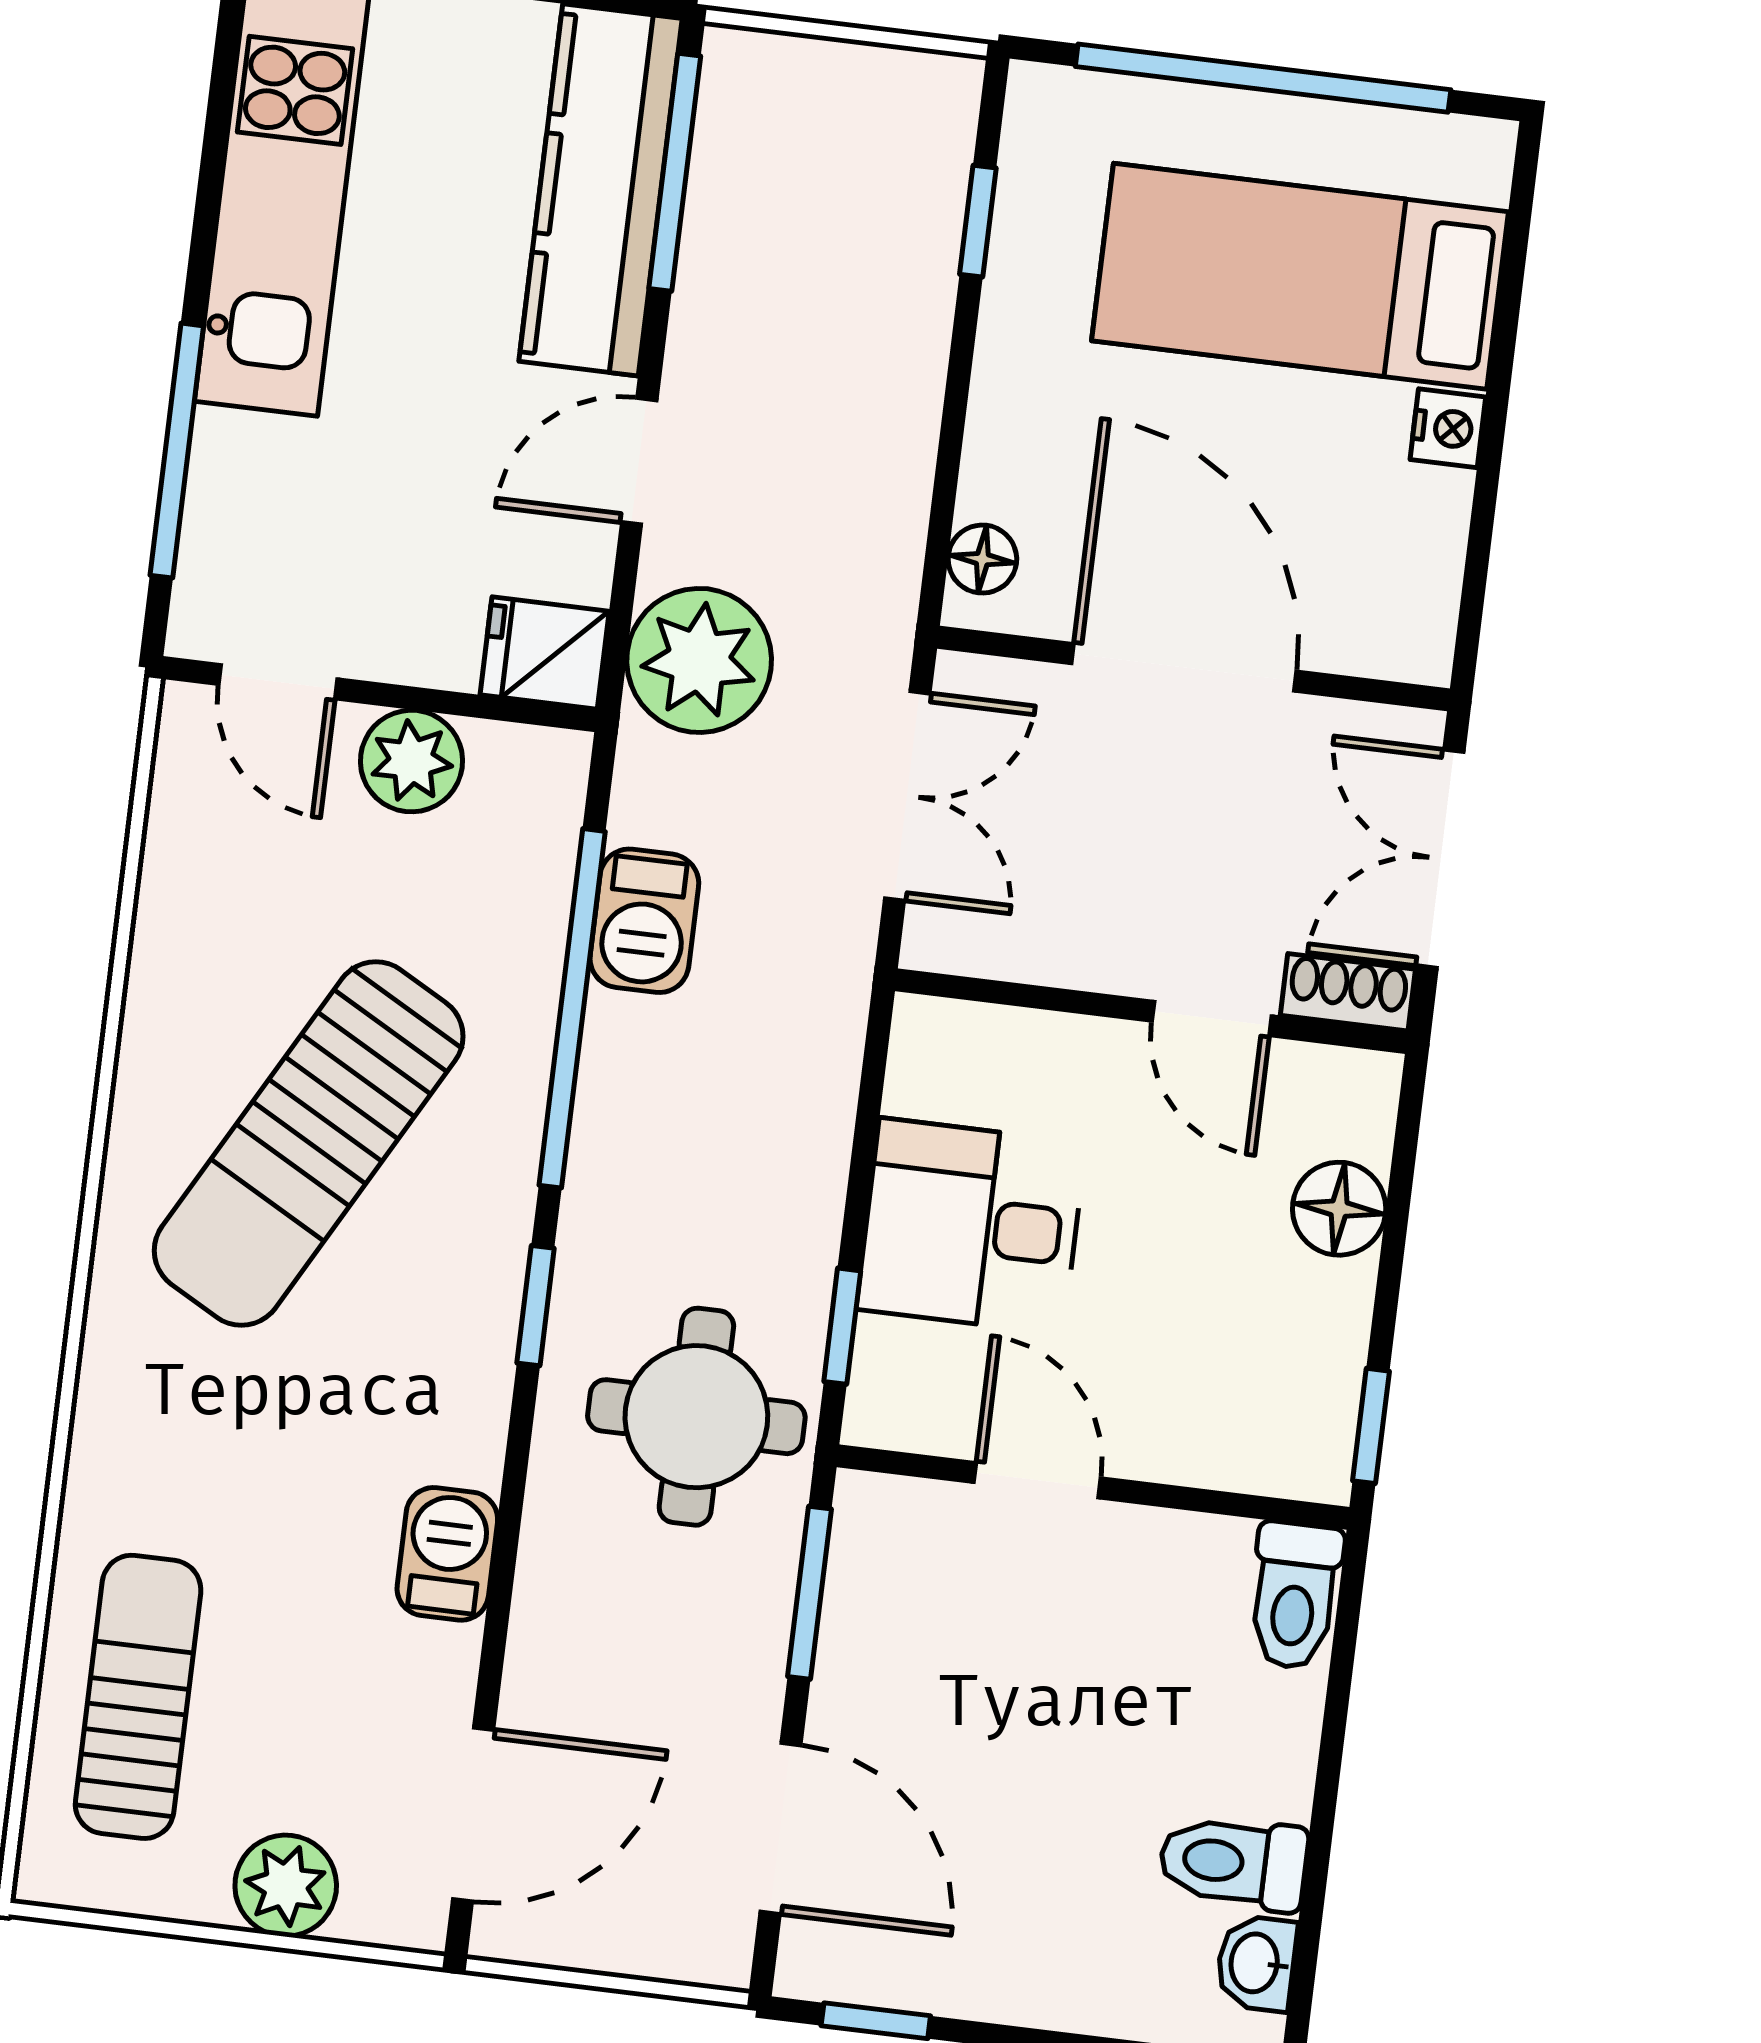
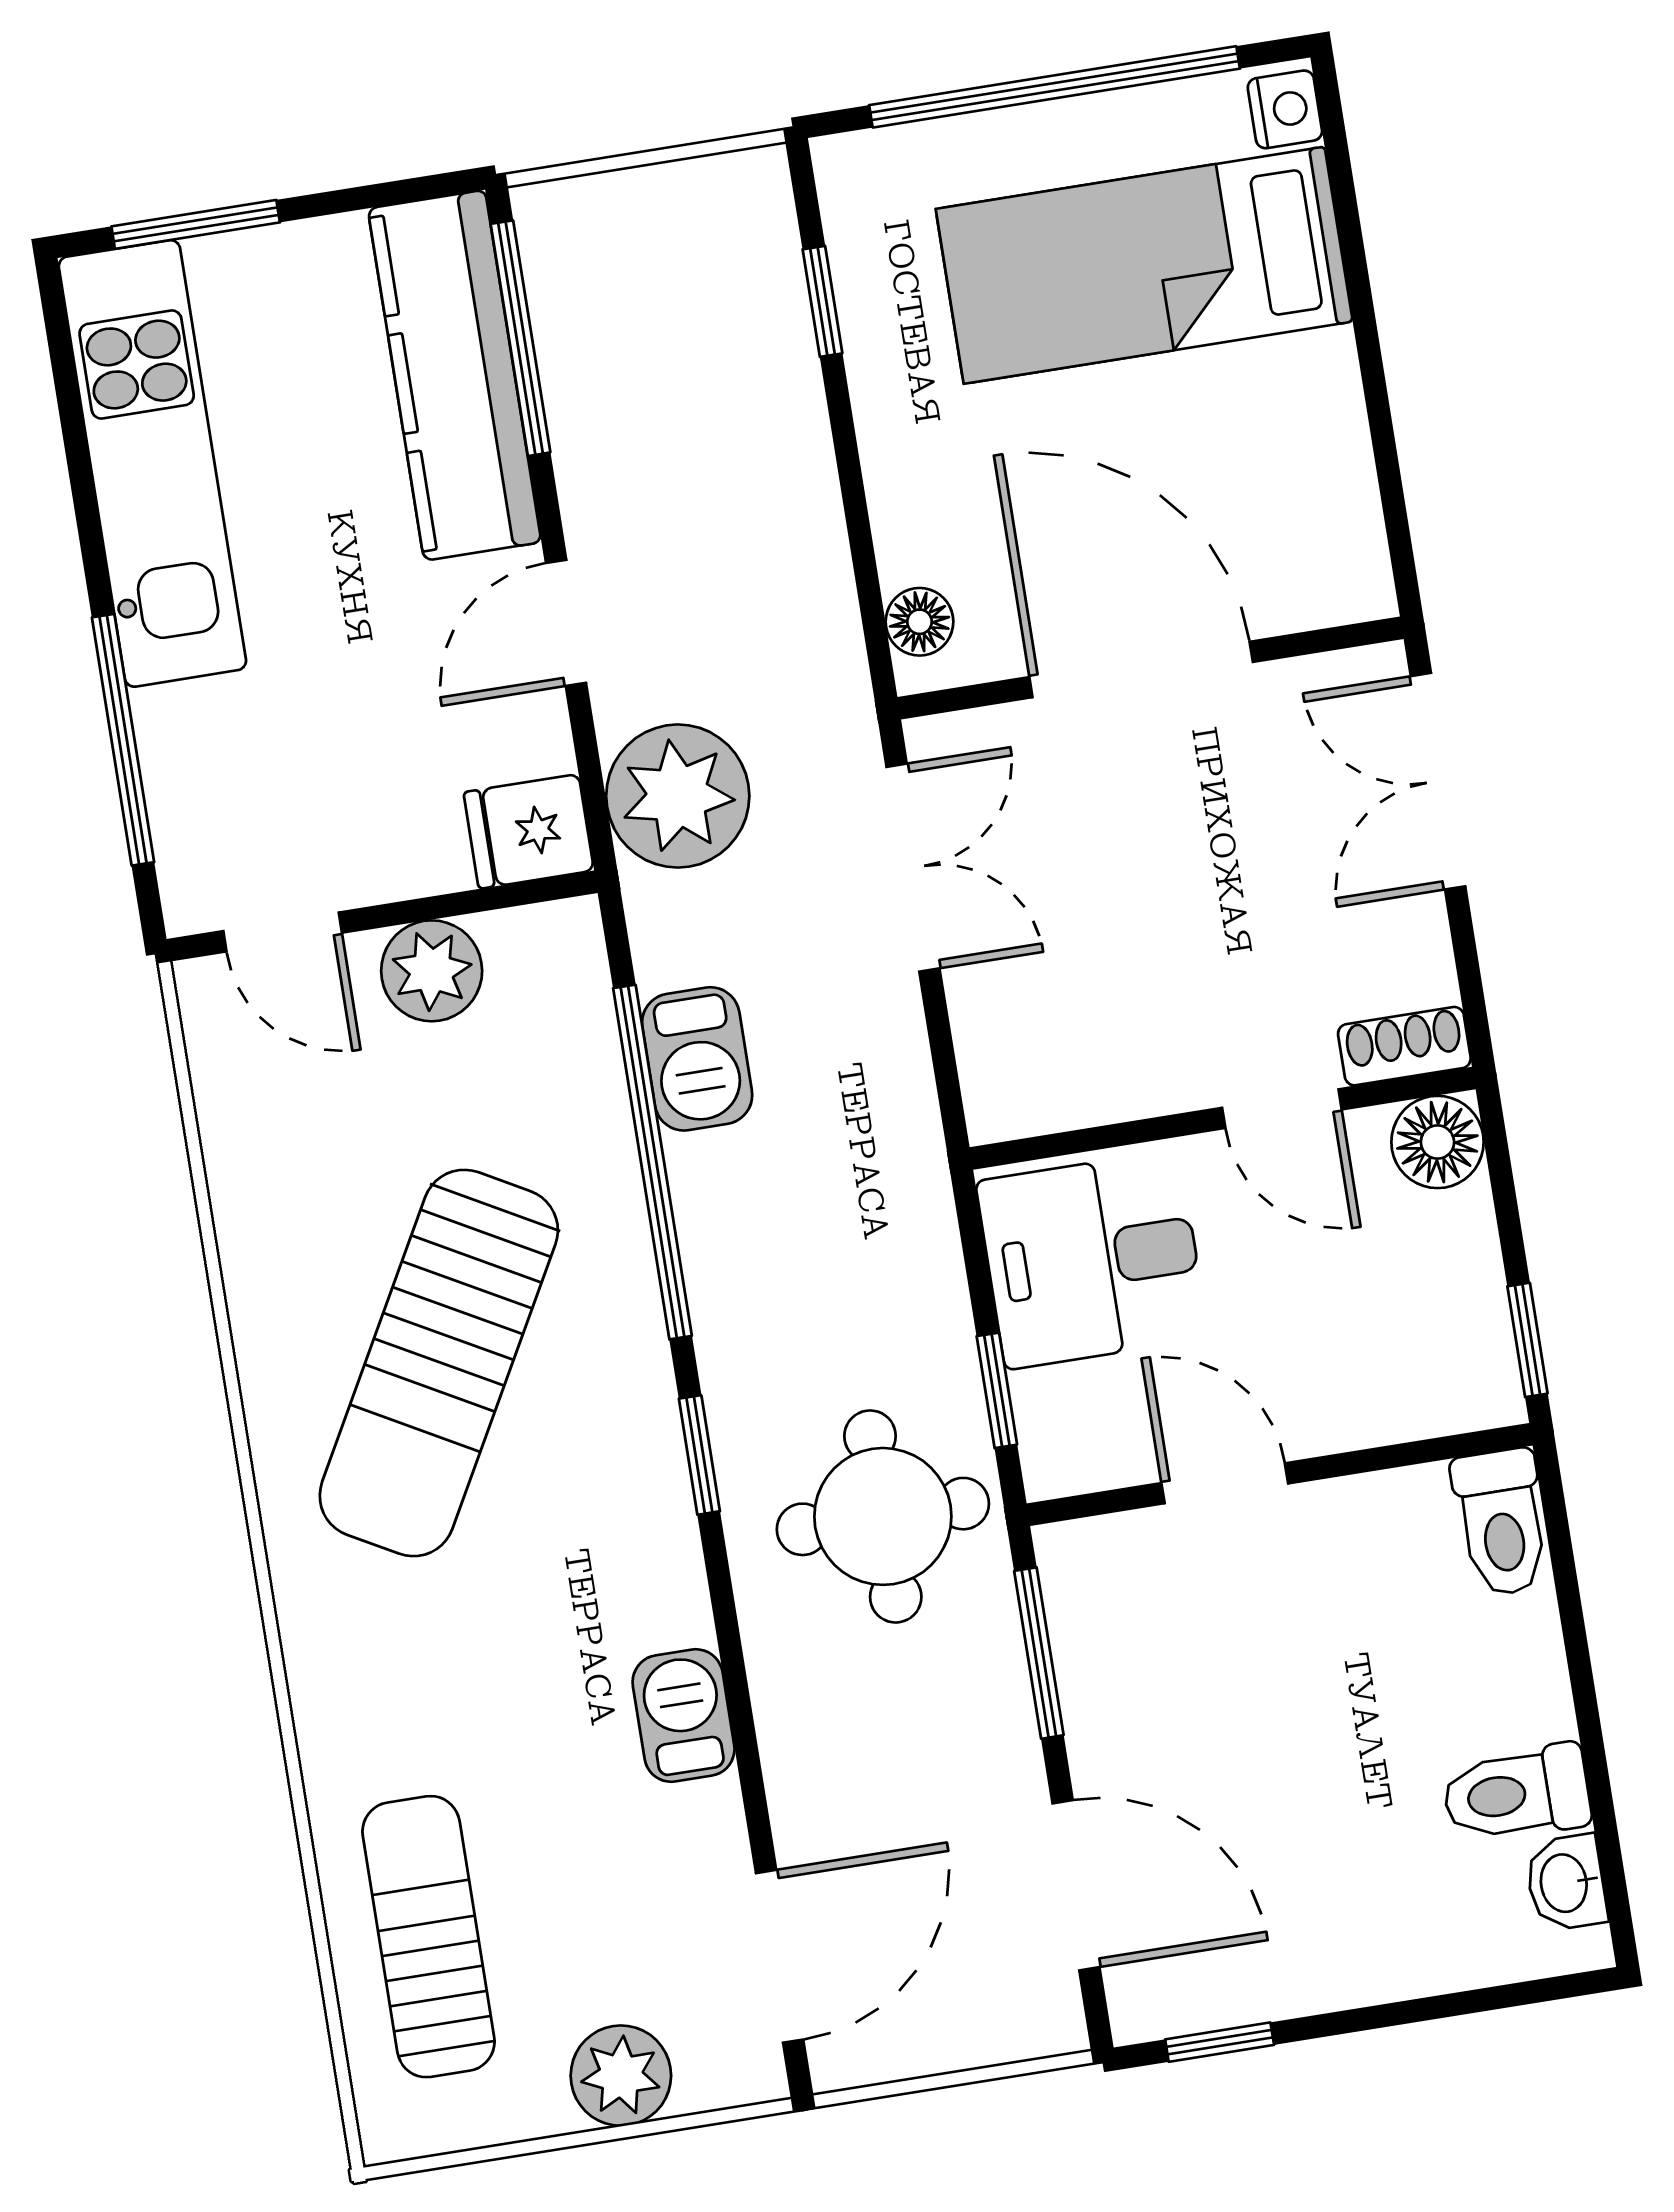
nightstand: (1448, 428) -> (1285, 109), moved
shoe rack: (1348, 992) -> (1404, 1046), moved
wall: (1151, 1011) -> (1223, 1118), moved
door: (1212, 1019) -> (1282, 1109), moved

